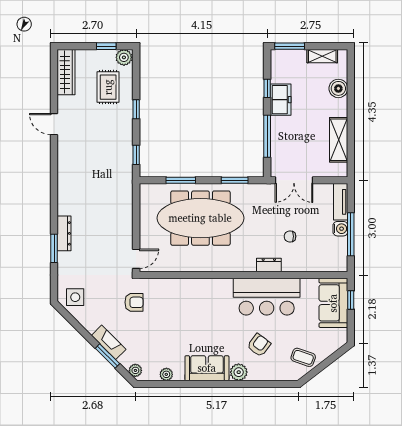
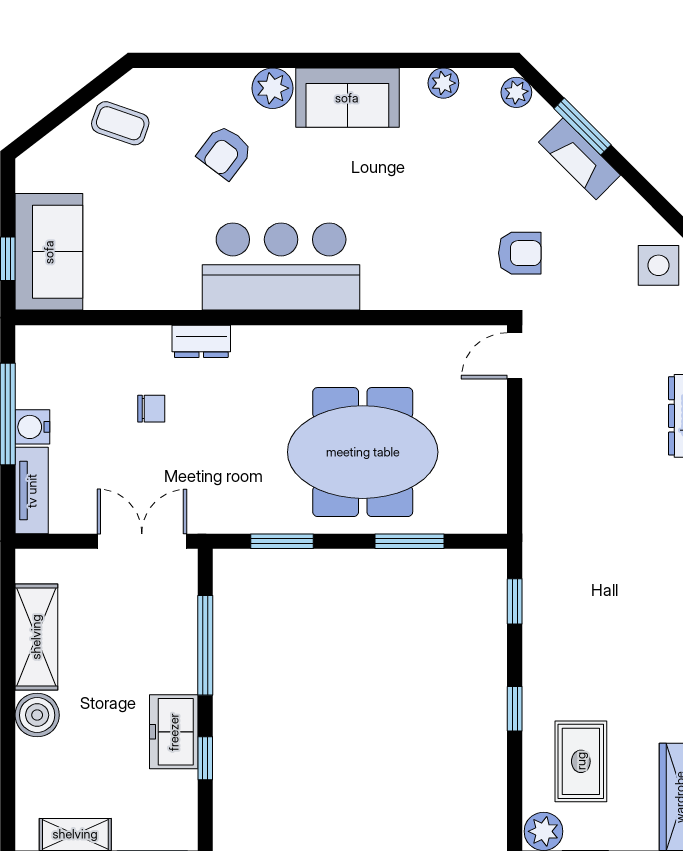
boiler: (338, 88) -> (37, 715), moved
meeting table: (200, 218) -> (363, 452), width x0.73
bar counter: (267, 297) -> (281, 266), moved
armchair: (134, 302) -> (520, 253), turned 180

